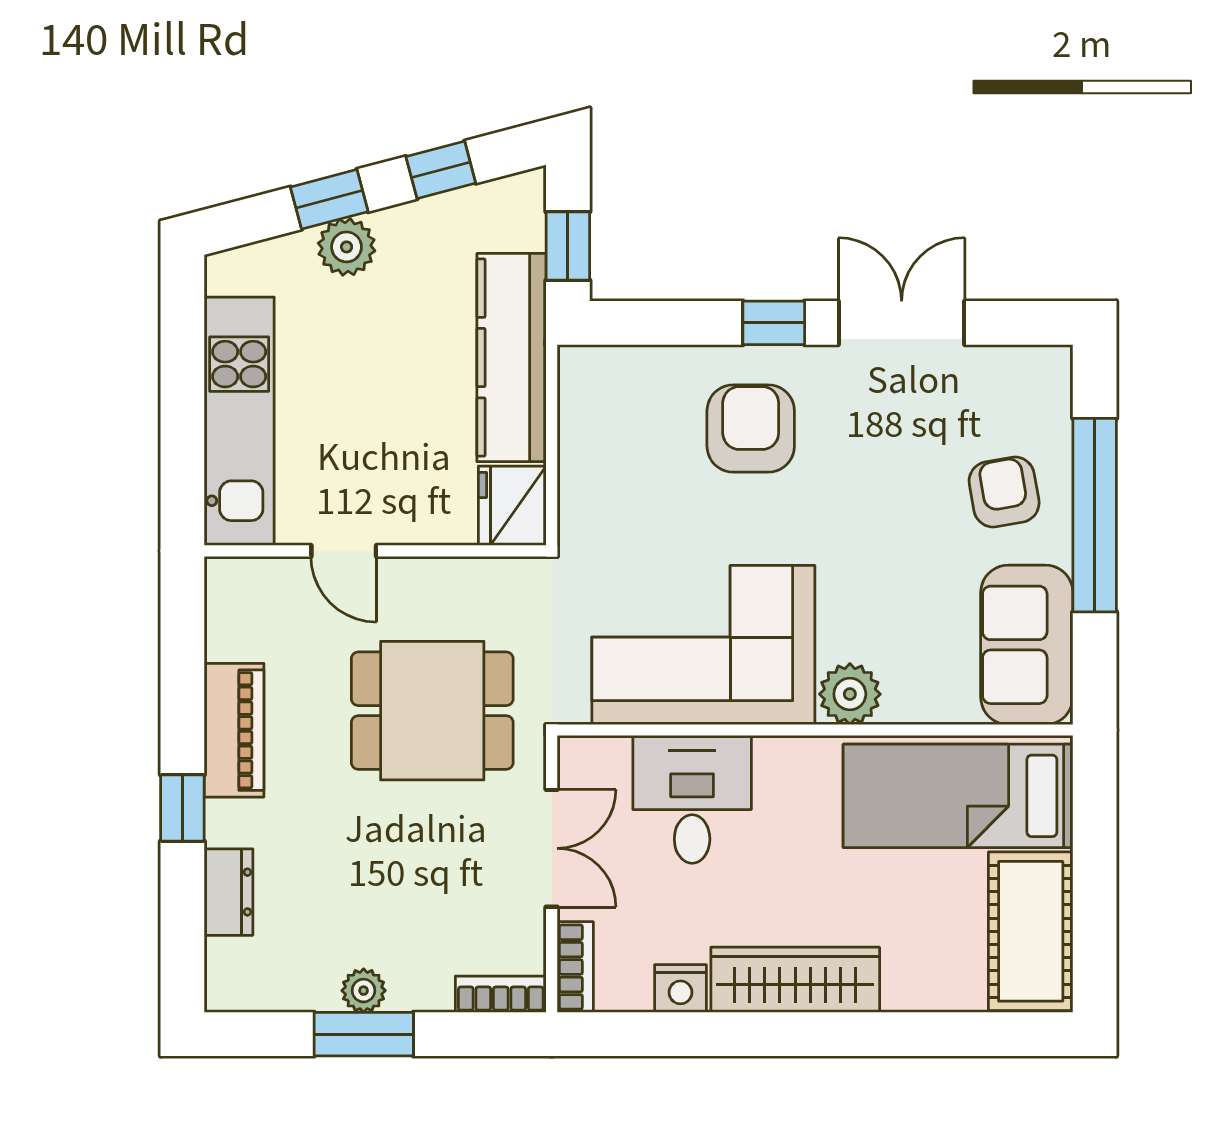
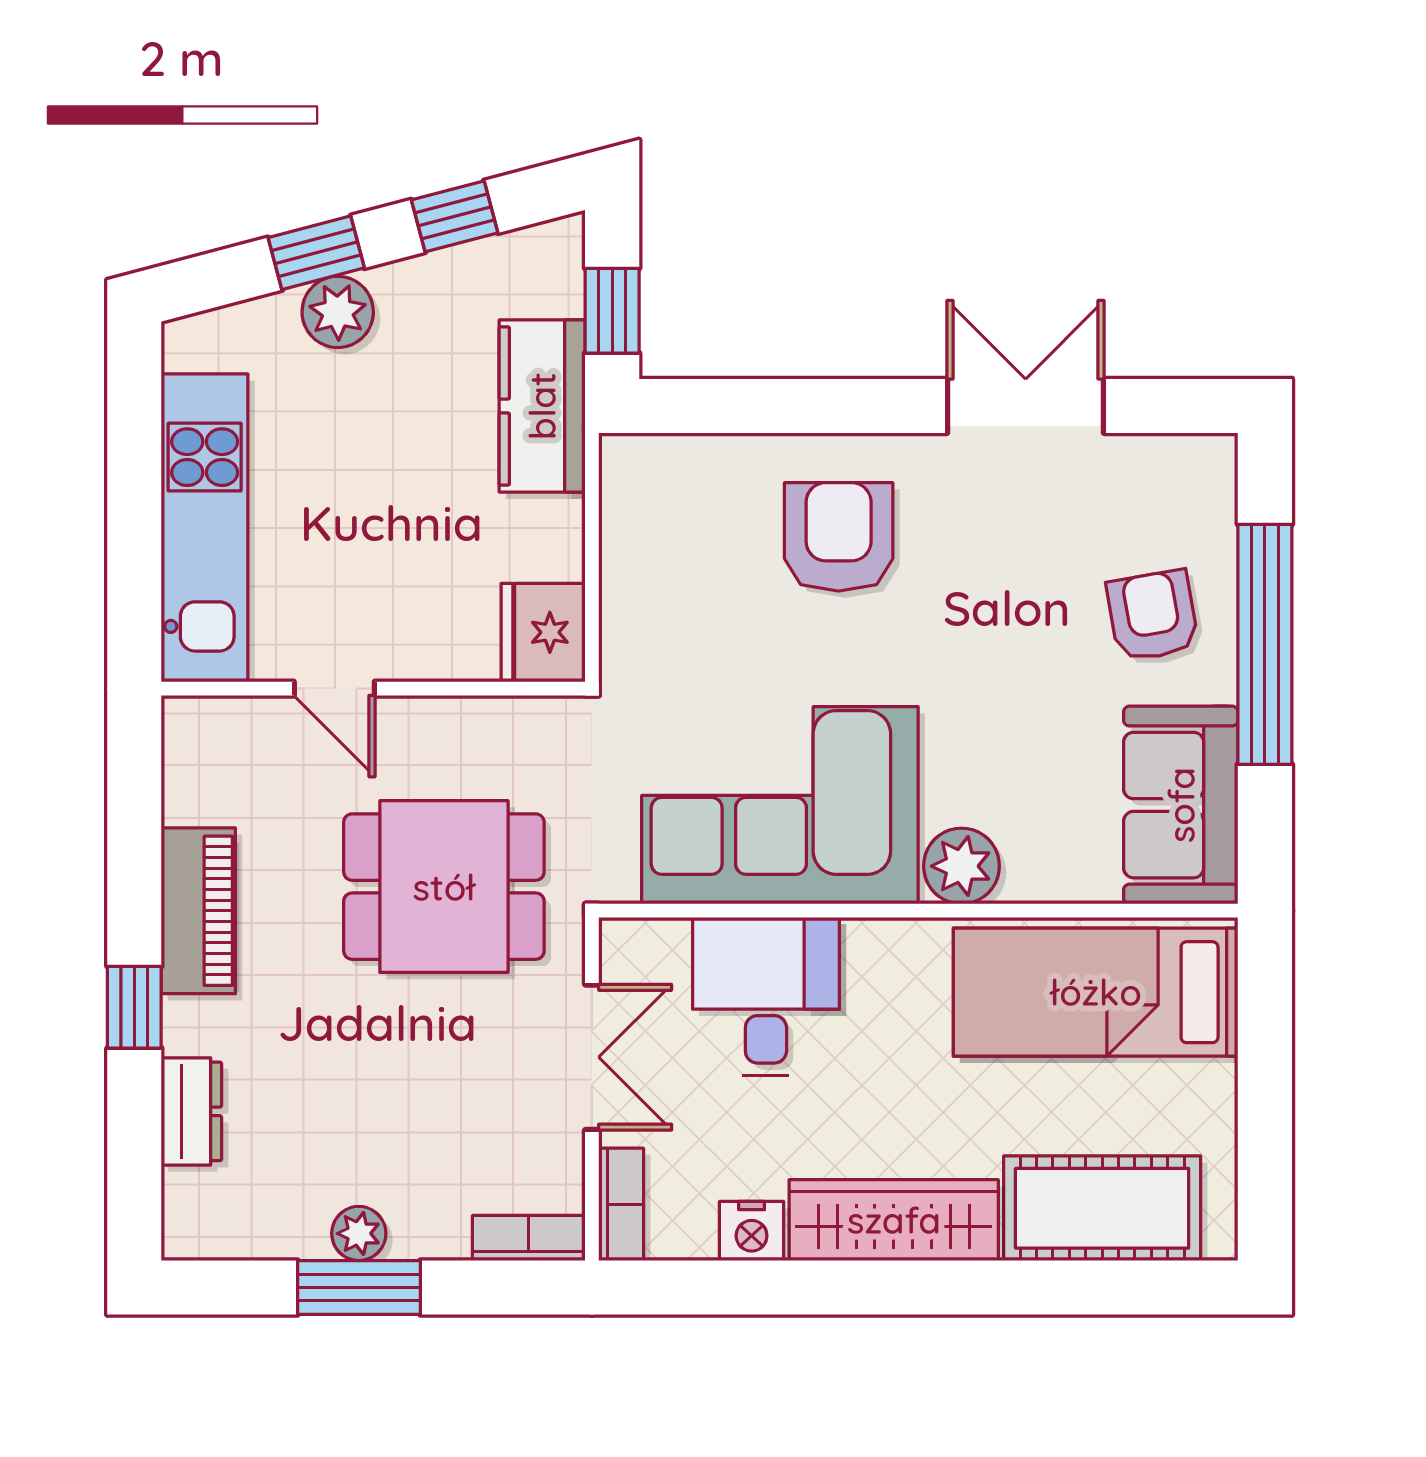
window: (774, 323) -> (867, 406), removed
kitchen counter: (512, 358) -> (542, 406), width x0.67
cot: (1031, 931) -> (1102, 1208), moved, turned 90

